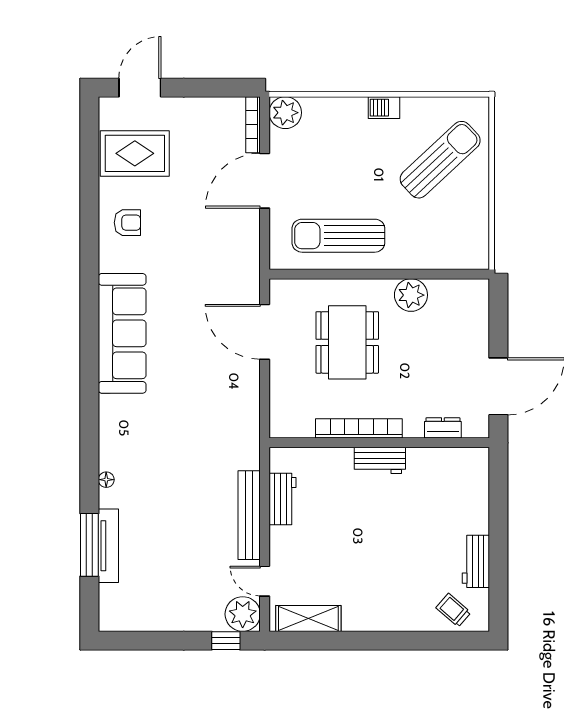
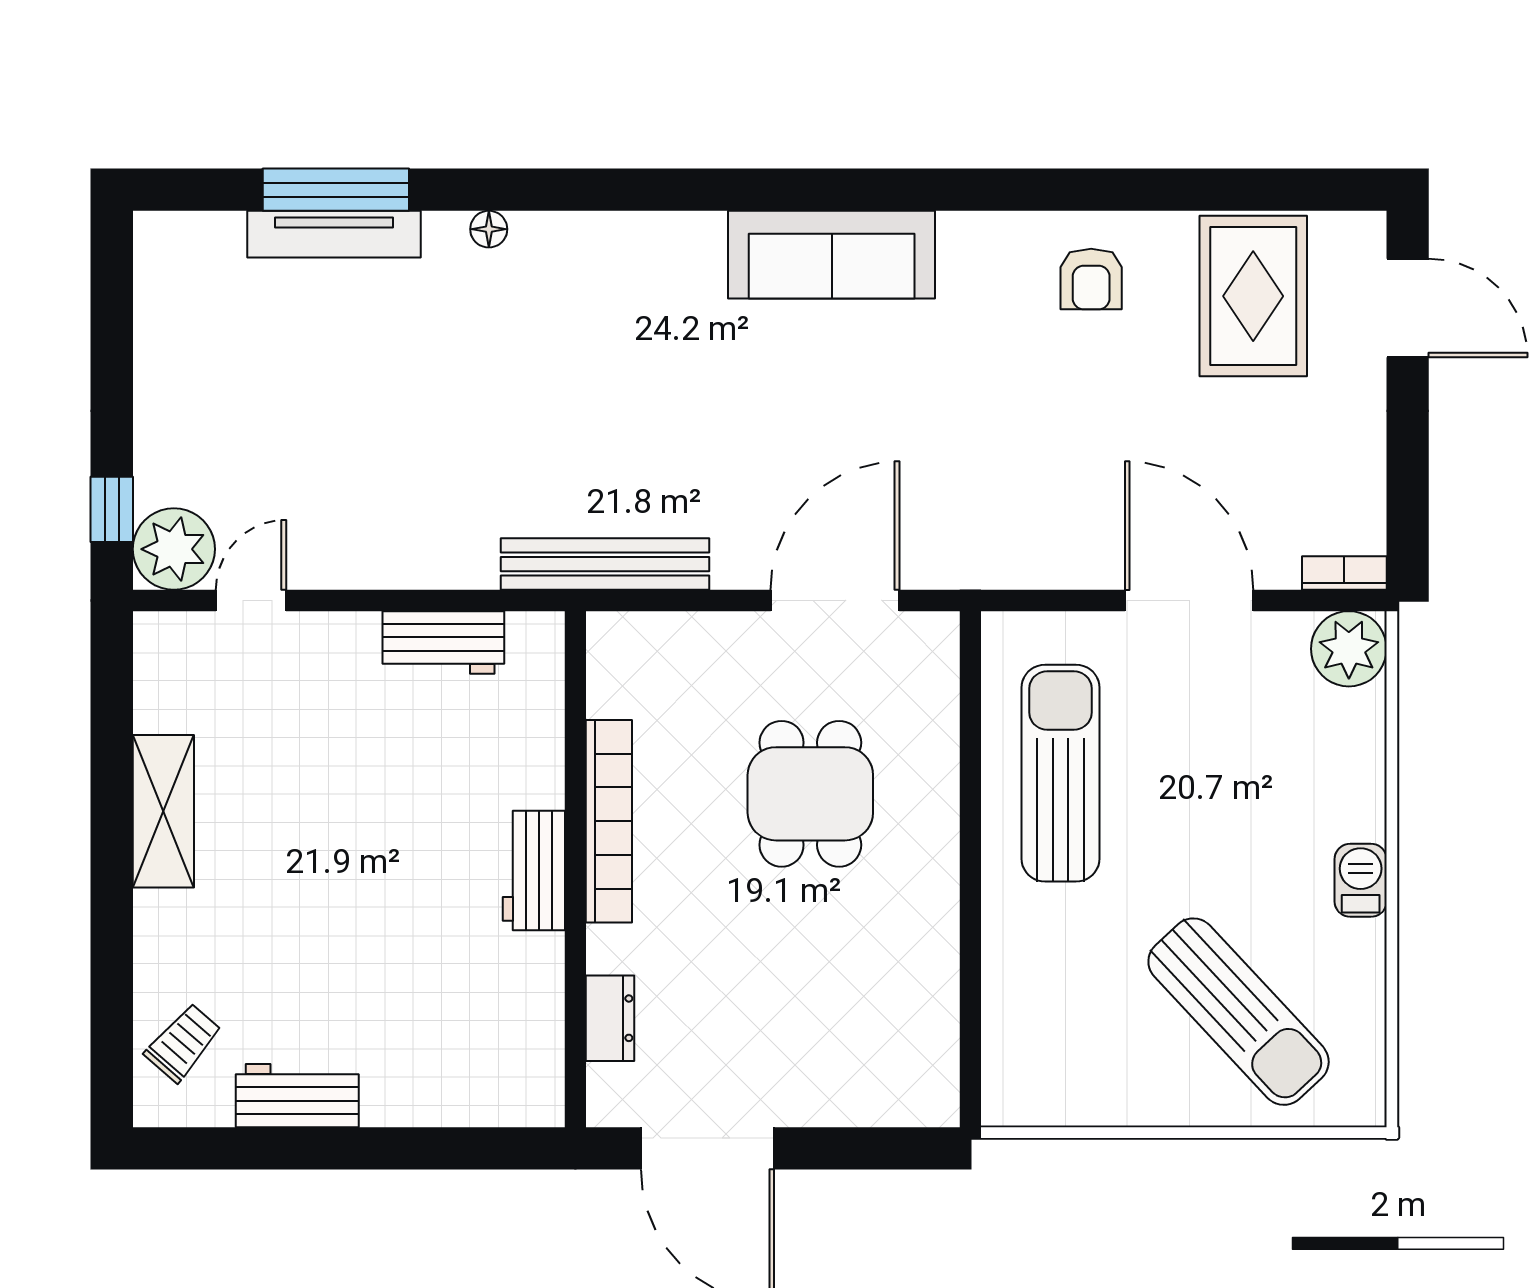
bookcase: (253, 125) -> (1344, 573), width x0.64
plant: (411, 295) -> (921, 943), removed
sofa: (122, 333) -> (832, 255), width x0.74, depth x0.79
dining table: (347, 342) -> (810, 794), width x0.73
bench: (249, 515) -> (605, 564), moved
shelving: (308, 618) -> (163, 811), moved

